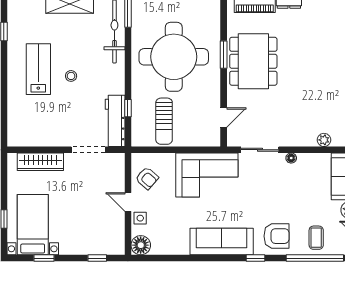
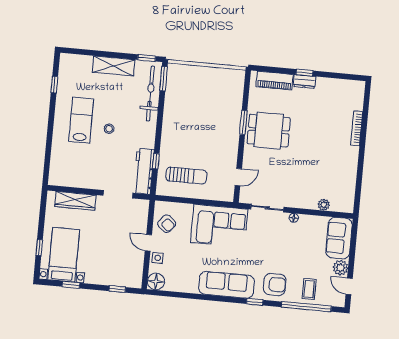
round table: (174, 57) -> (200, 120), removed
dining table: (253, 61) -> (269, 131), width x0.73
sun lounger: (164, 121) -> (186, 176), turned -90

